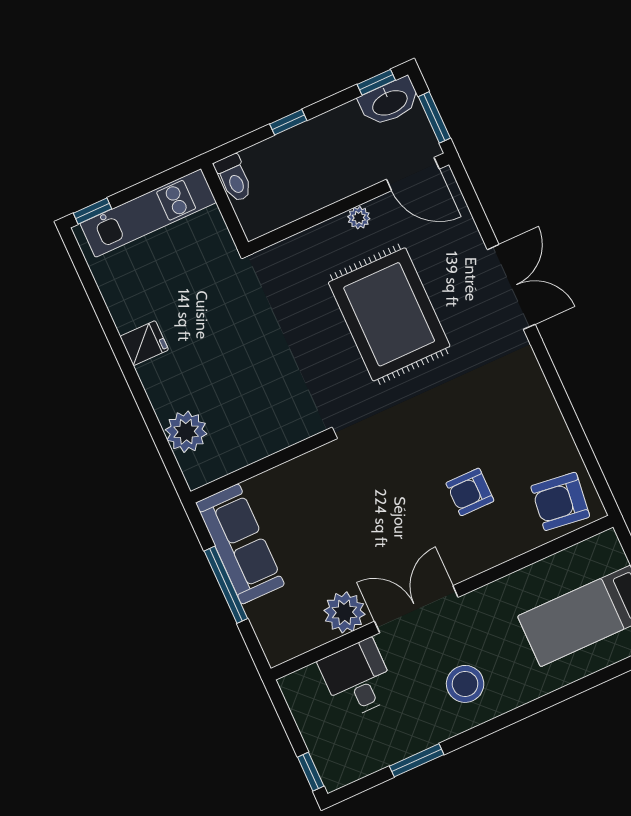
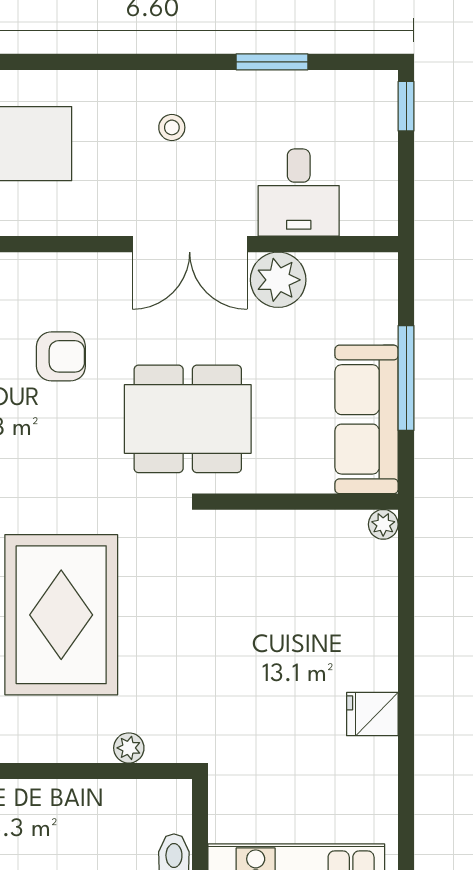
plant: (359, 218) -> (129, 748), moved
plant: (186, 432) -> (383, 524), moved, width x0.53, depth x0.53
dining table: (363, 488) -> (188, 419), added
stool: (465, 684) -> (172, 127), width x0.53, depth x0.53

